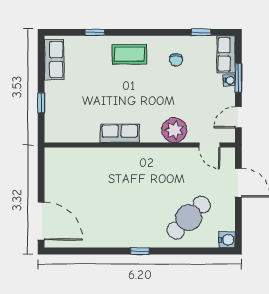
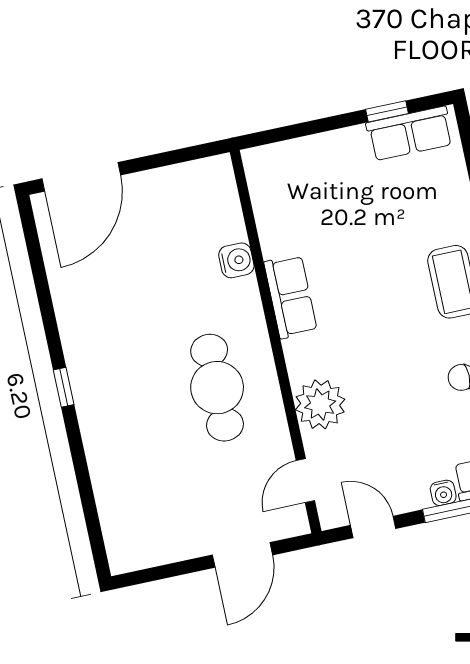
window: (41, 103) -> (387, 111), moved
cafe table: (189, 218) -> (217, 388), moved, turned 45
water cooler: (227, 240) -> (236, 260), moved, turned -90

